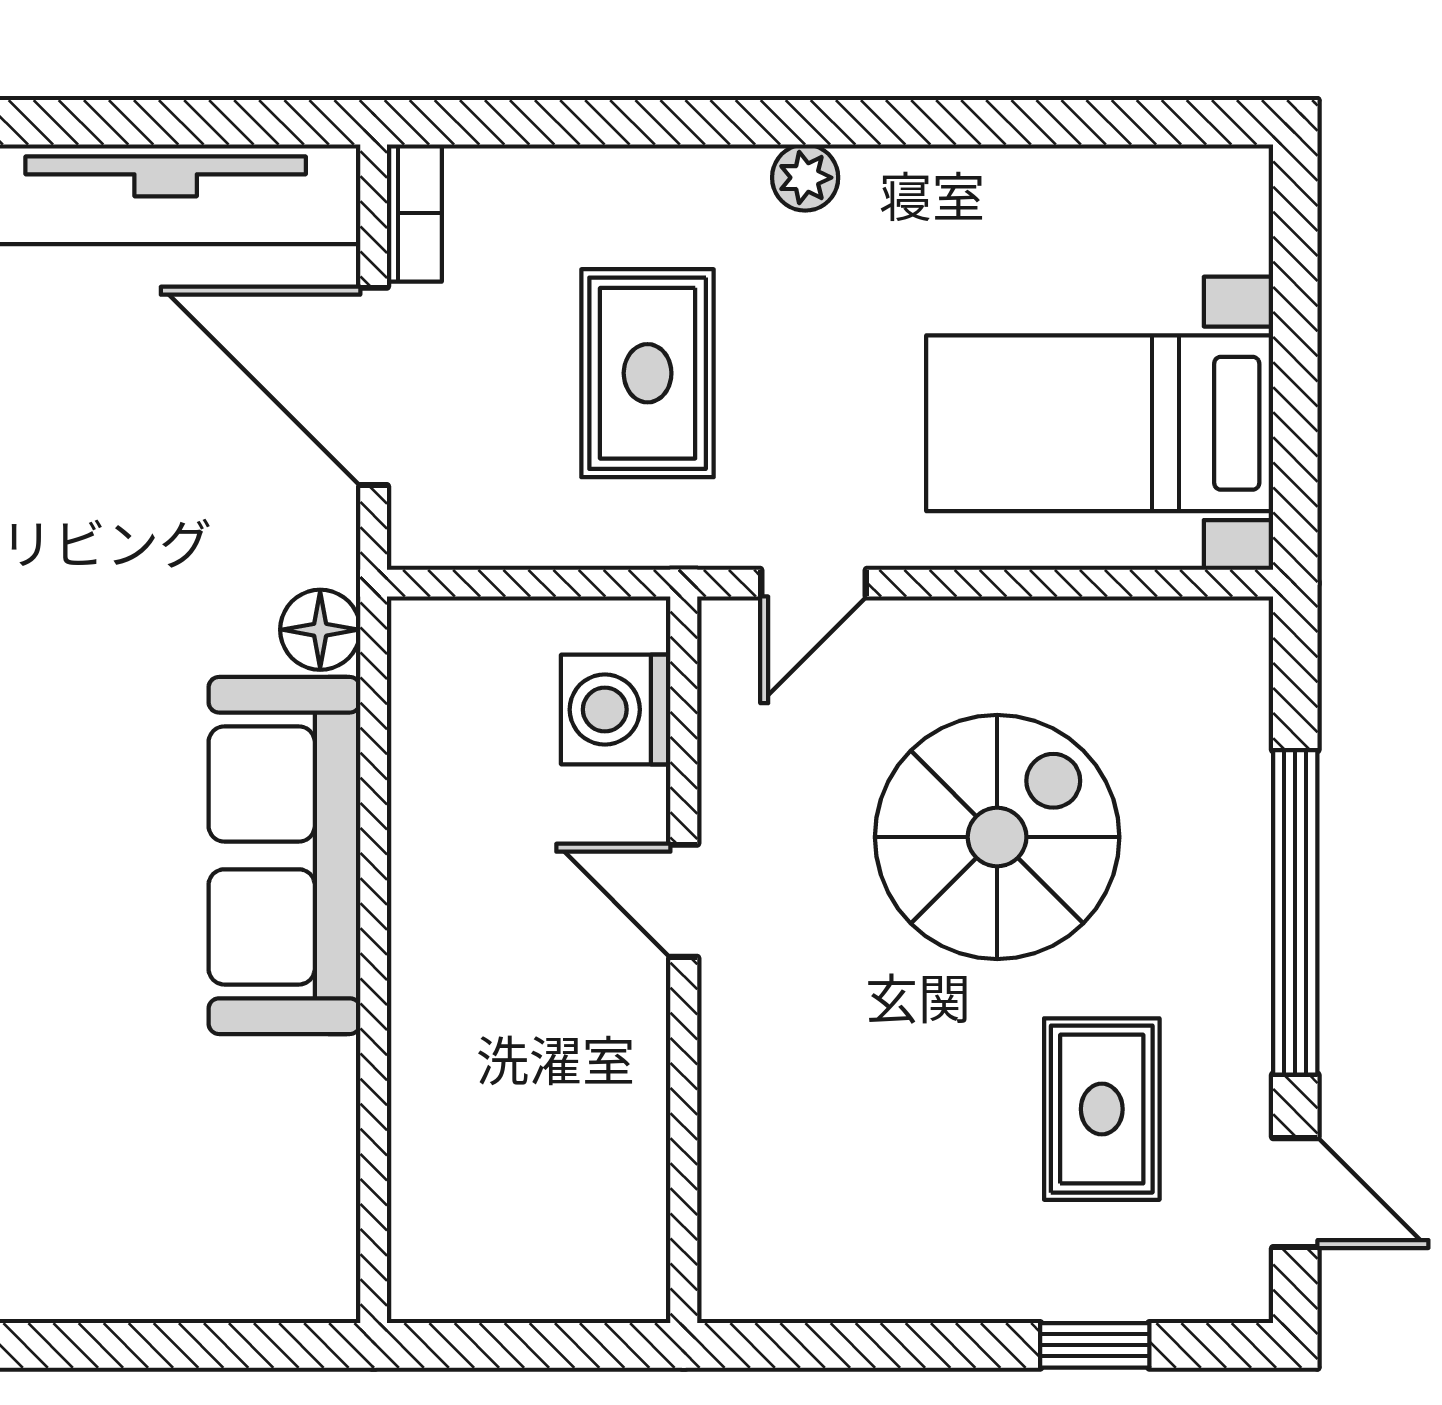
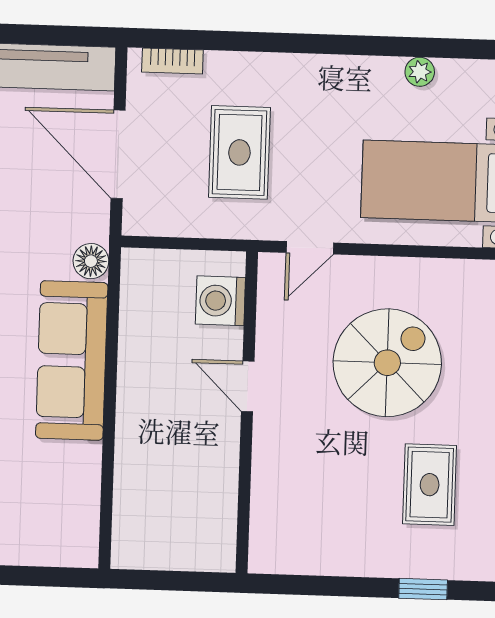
plant: (805, 178) -> (420, 72), moved
bookcase: (414, 213) -> (172, 61), moved, turned 90

